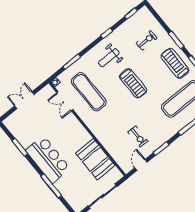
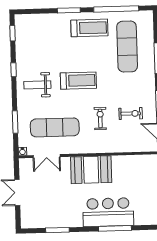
exercise bike: (146, 41) -> (100, 118), moved
weight bench: (109, 58) -> (37, 85), turned 90
treadmill: (175, 63) -> (89, 28), turned 180
bar counter: (48, 159) -> (108, 212), moved
booth: (95, 159) -> (91, 170), moved

